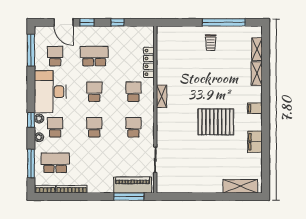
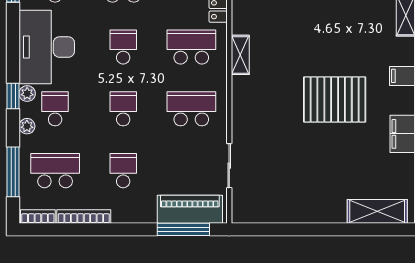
school desk: (133, 92) -> (191, 47), width x1.85
school desk: (133, 127) -> (191, 109), width x1.85
school desk: (94, 163) -> (123, 171), added

